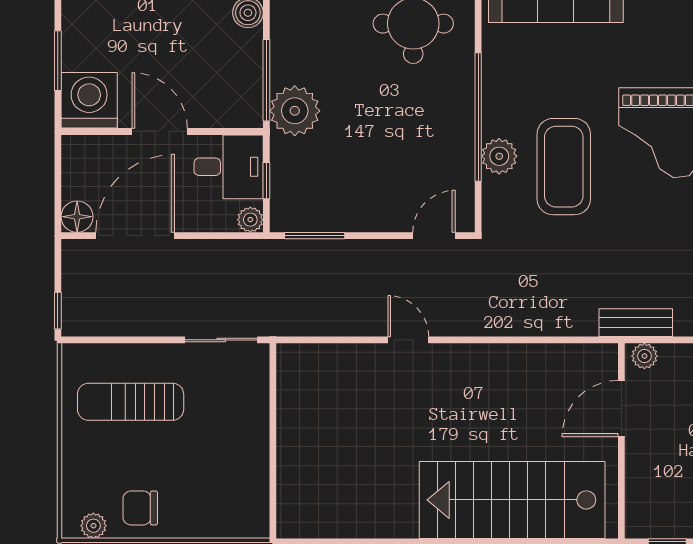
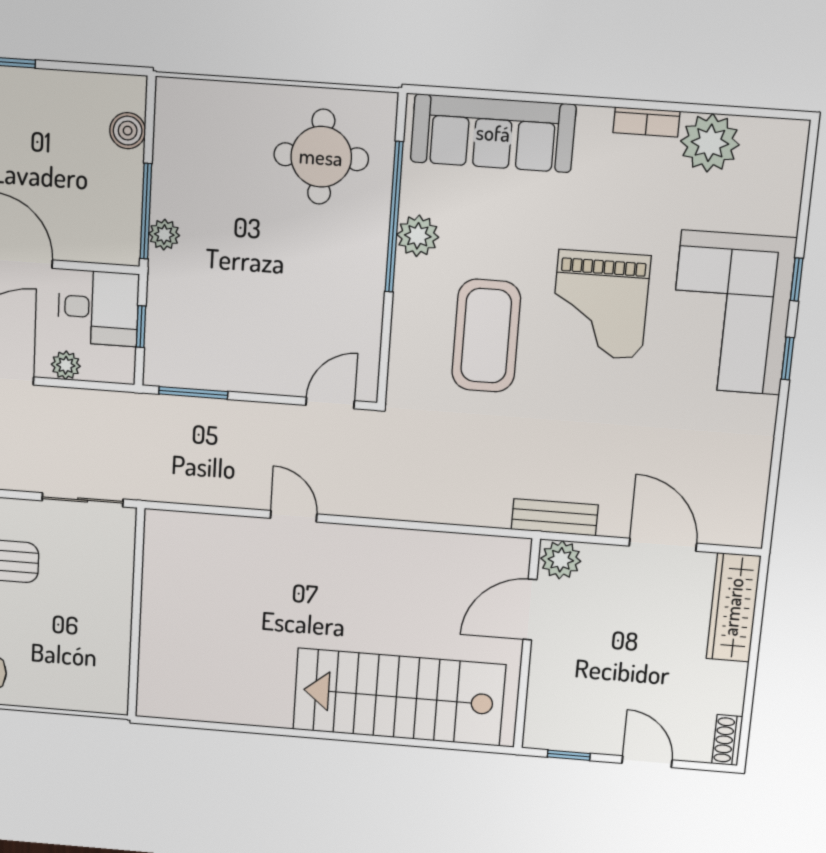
plant: (295, 111) -> (164, 235), width x0.53, depth x0.53
window: (478, 117) -> (394, 217), moved
plant: (499, 156) -> (418, 236), moved
plant: (250, 220) -> (66, 365), moved
plant: (644, 356) -> (561, 560), width x1.38, depth x1.38

